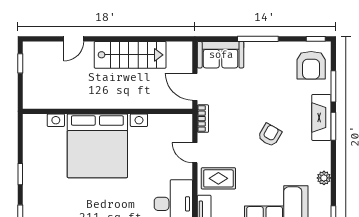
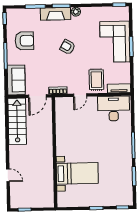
stairs: (130, 55) -> (17, 121), moved
armchair: (311, 65) -> (24, 41), moved
bed with nightstands: (97, 146) -> (77, 173), width x0.54
plant: (324, 178) -> (76, 12), moved

